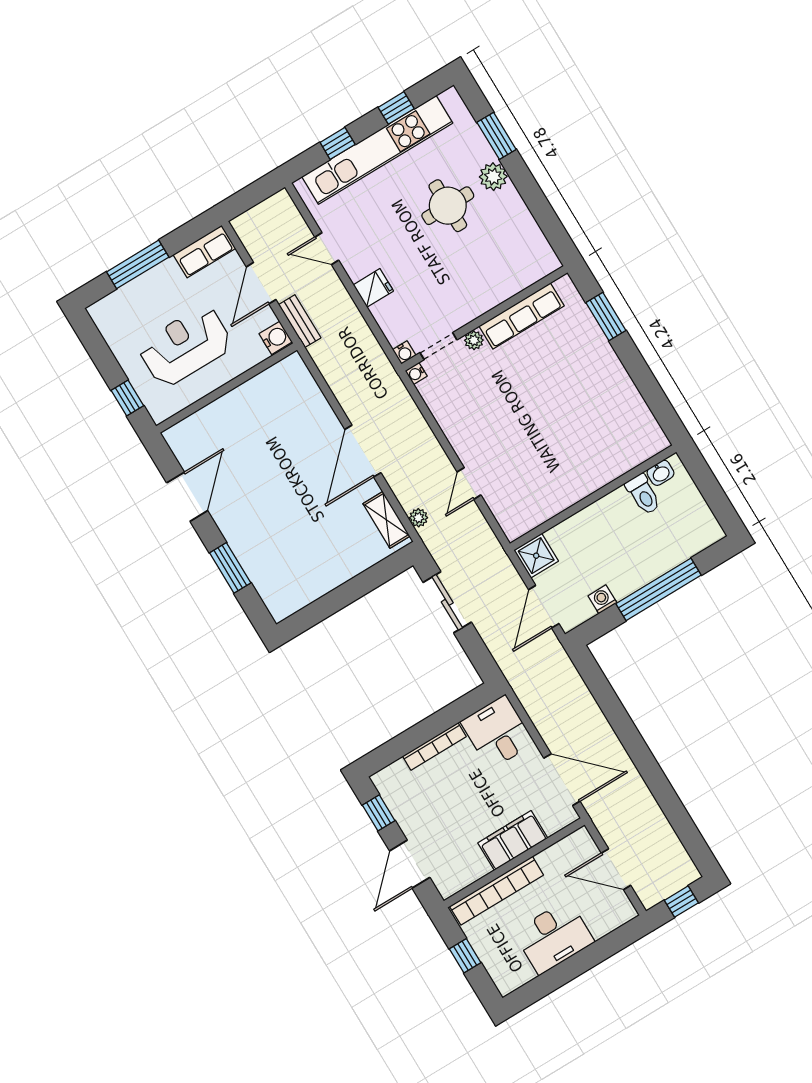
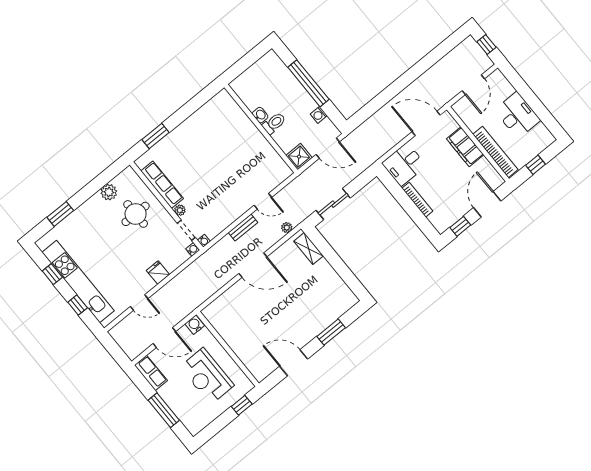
plant: (493, 177) -> (109, 192), moved
round table: (448, 206) -> (136, 214), moved
door: (327, 249) -> (139, 303), hinge flipped
bench: (300, 321) -> (243, 228), moved
washbasin: (660, 473) -> (260, 115), moved
toilet: (643, 494) -> (274, 123), moved
shelving: (386, 520) -> (309, 249), moved, turned 90
door: (562, 780) -> (426, 123), hinge flipped
door: (410, 864) -> (487, 204), swing flipped

